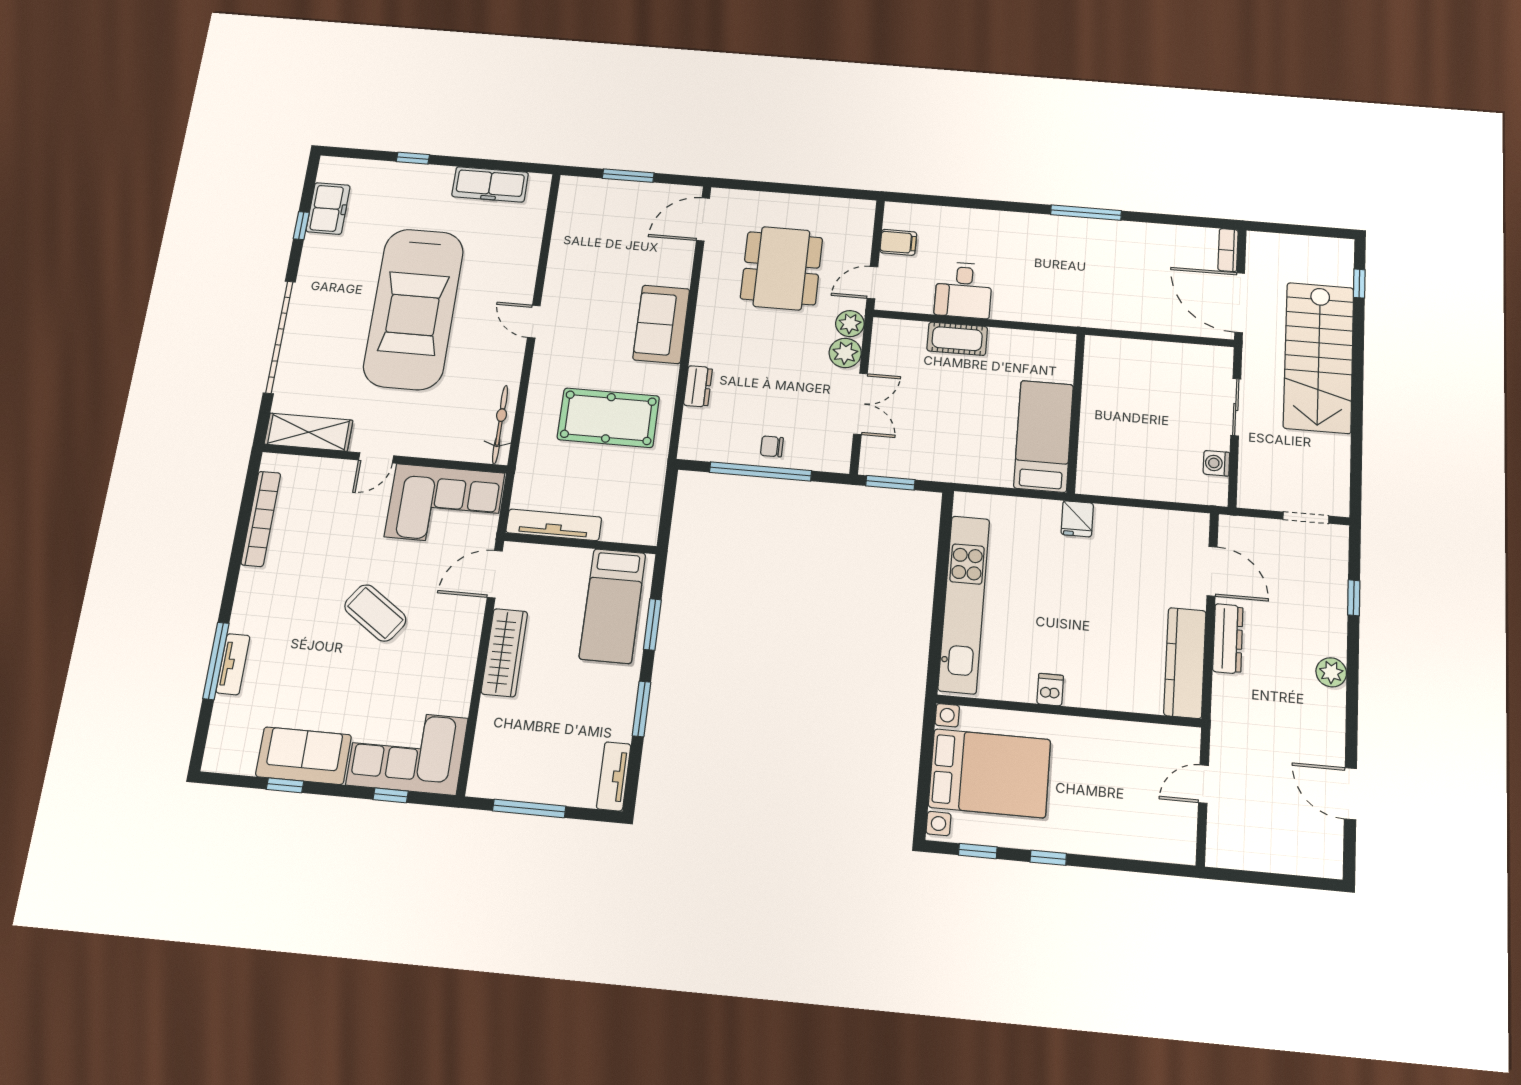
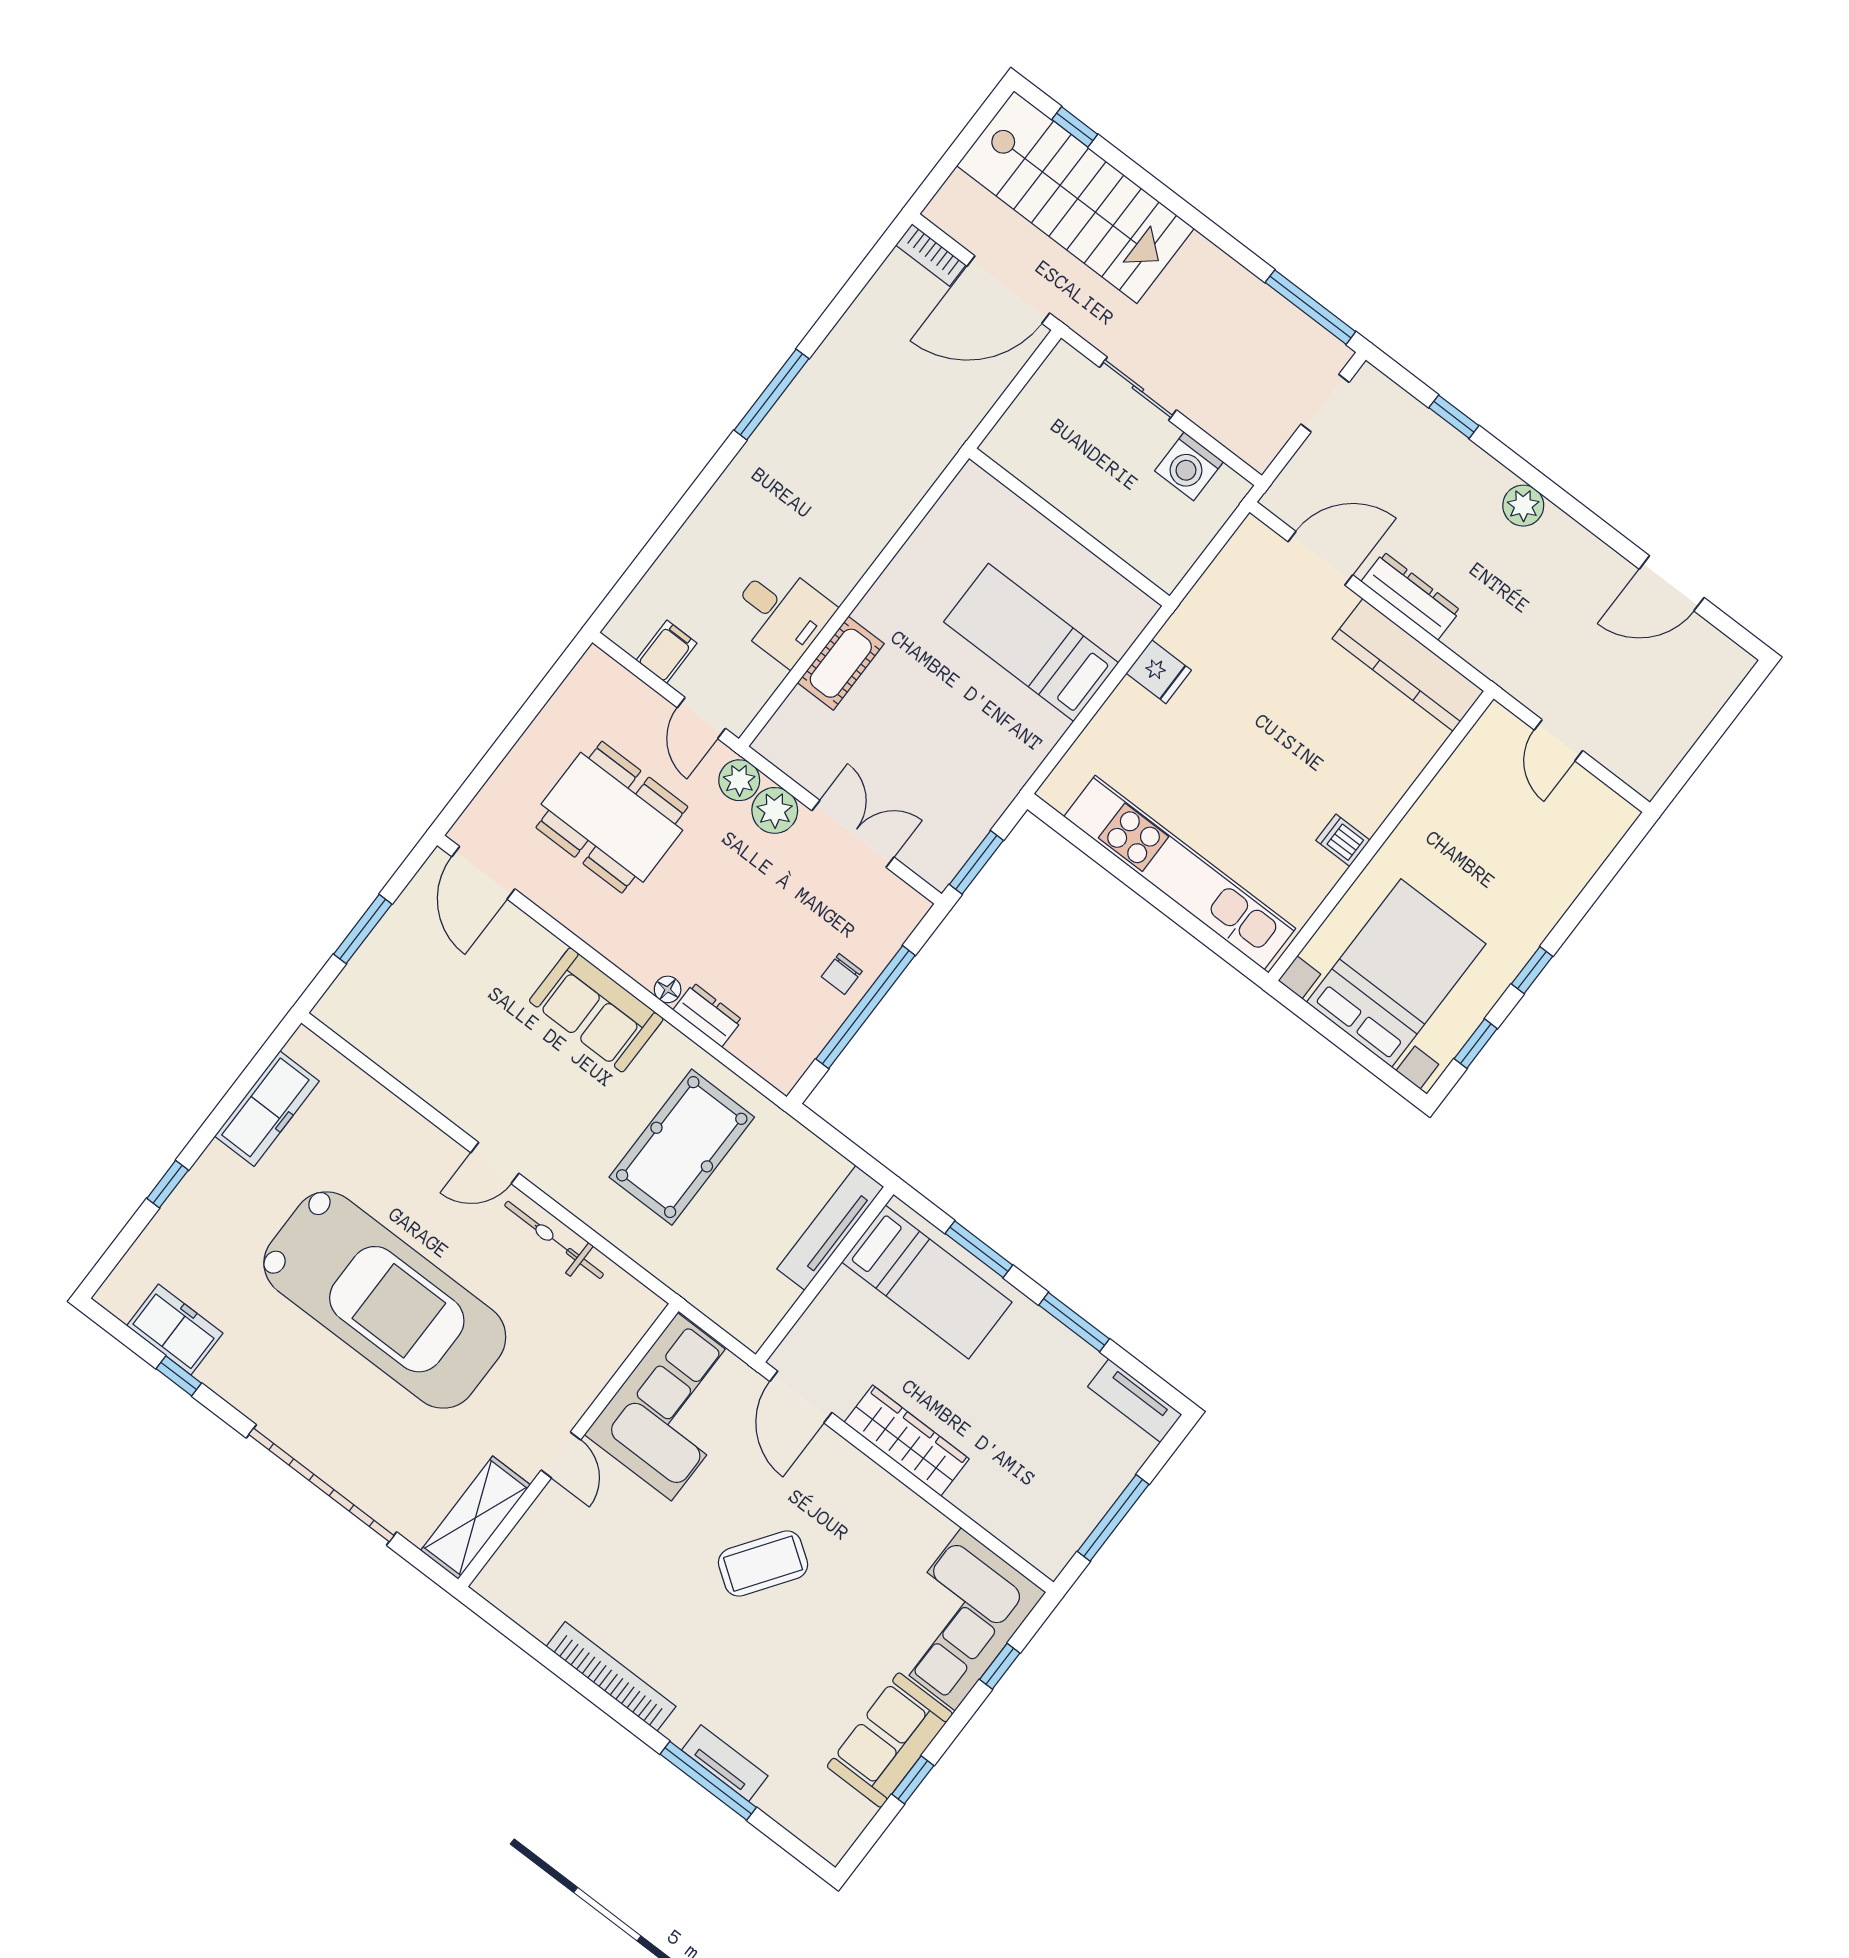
floor lamp: (699, 356) -> (668, 989), added
stairs: (1319, 357) -> (1075, 197), moved
wall: (1076, 413) -> (1069, 527), moved
bicycle: (500, 425) -> (554, 1240), moved
washing machine: (1216, 463) -> (1189, 466), width x1.38, depth x1.38
window: (1356, 475) -> (1310, 307), added
bookcase: (261, 519) -> (611, 1676), moved
tv unit: (554, 525) -> (830, 1228), moved

